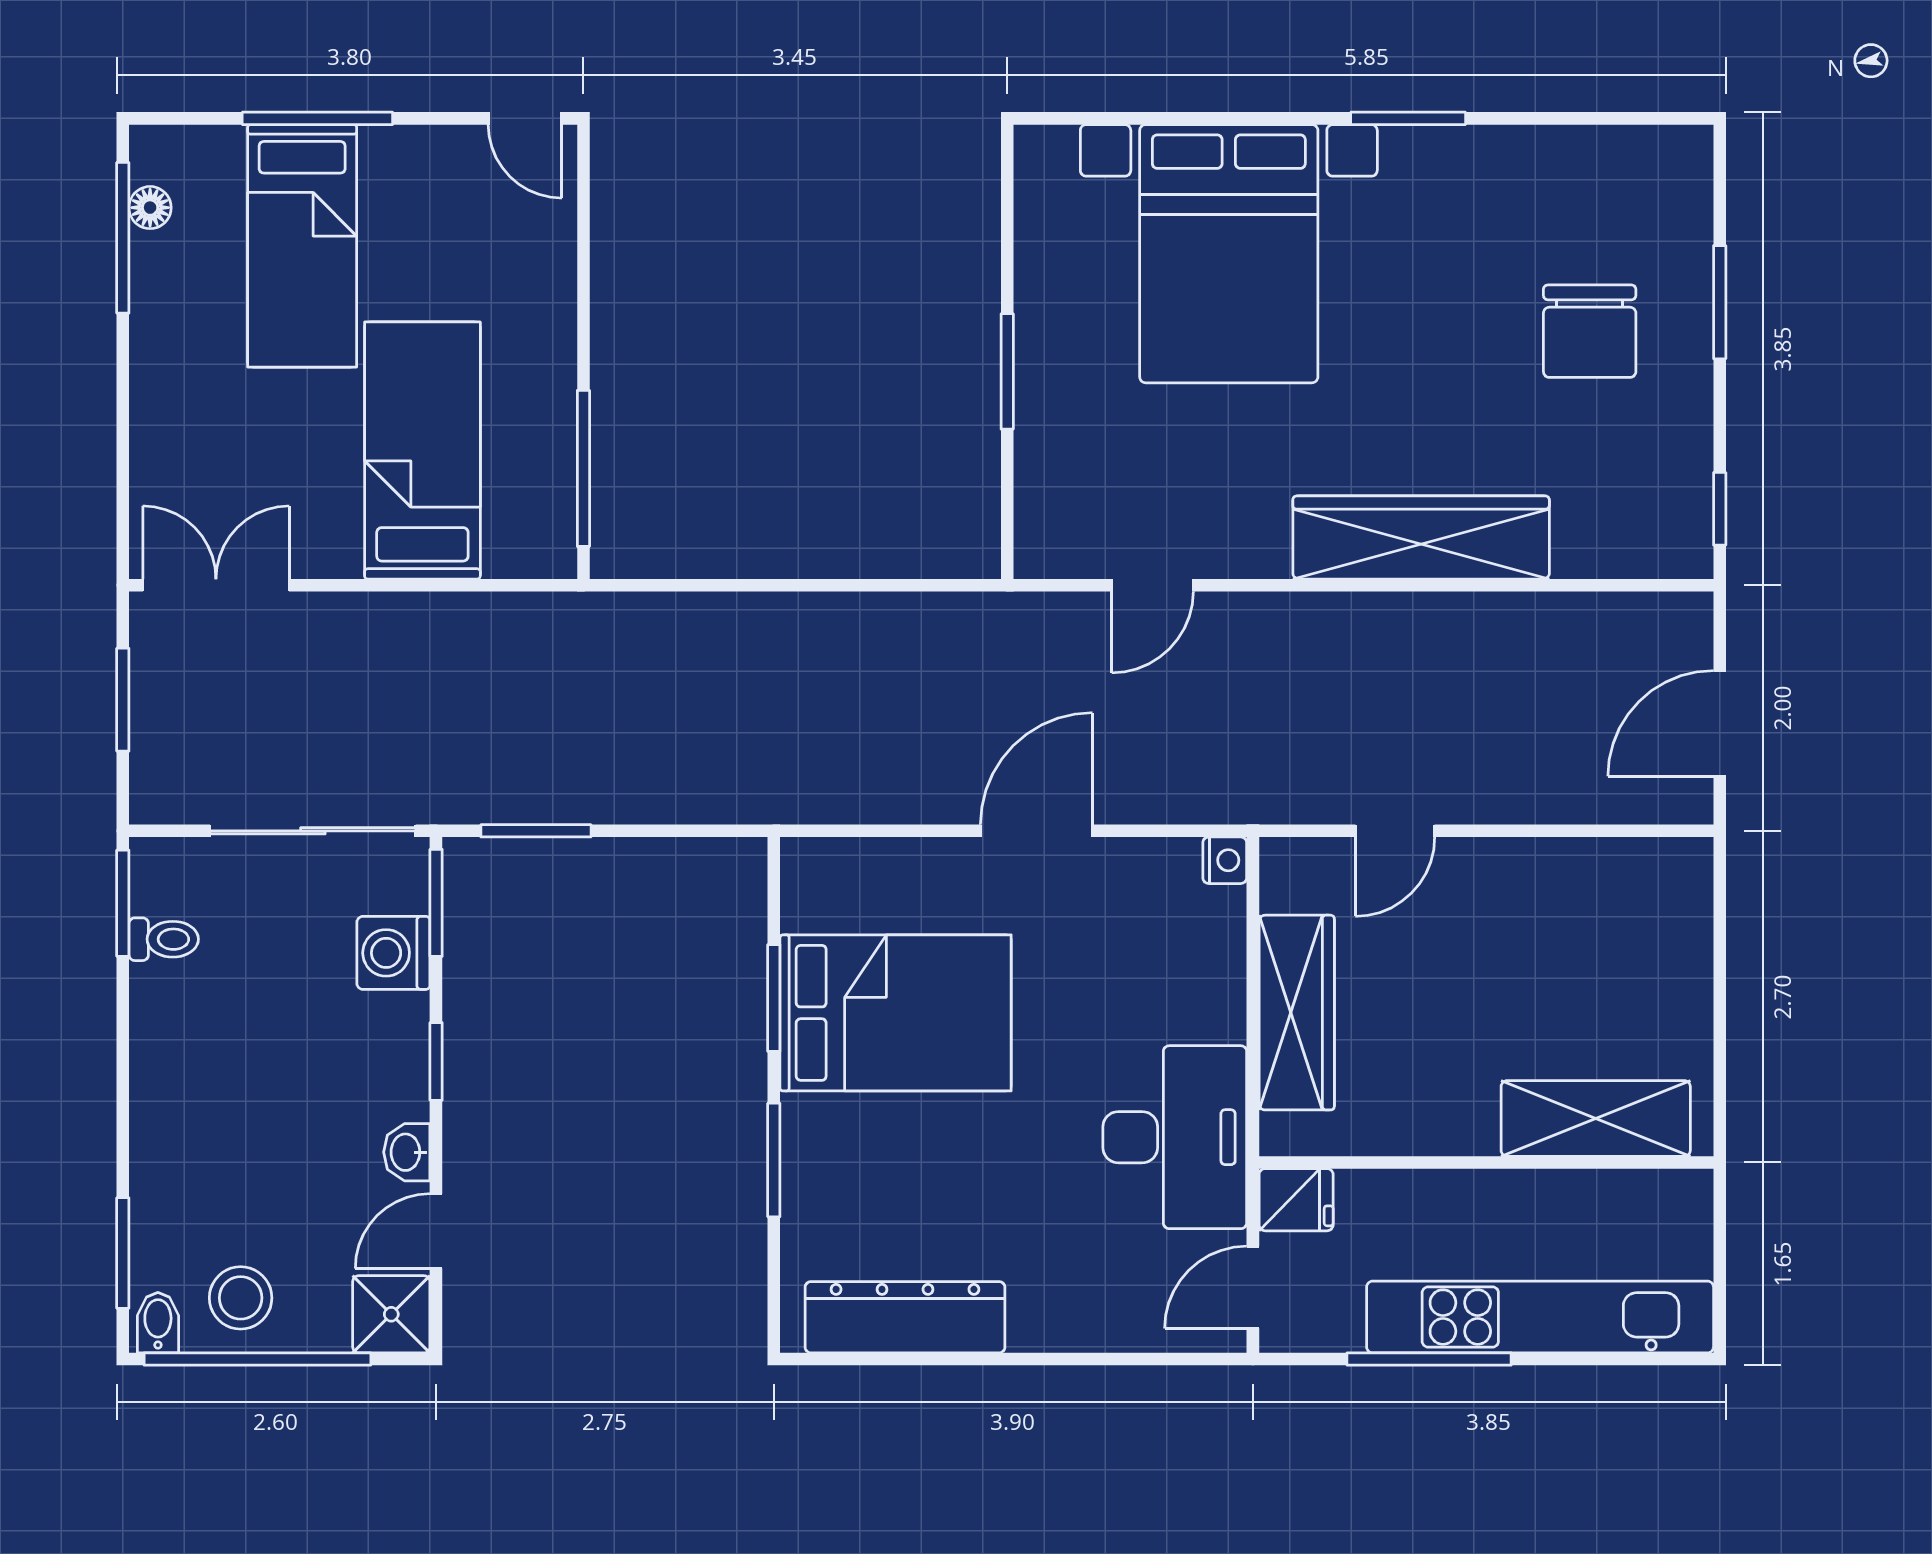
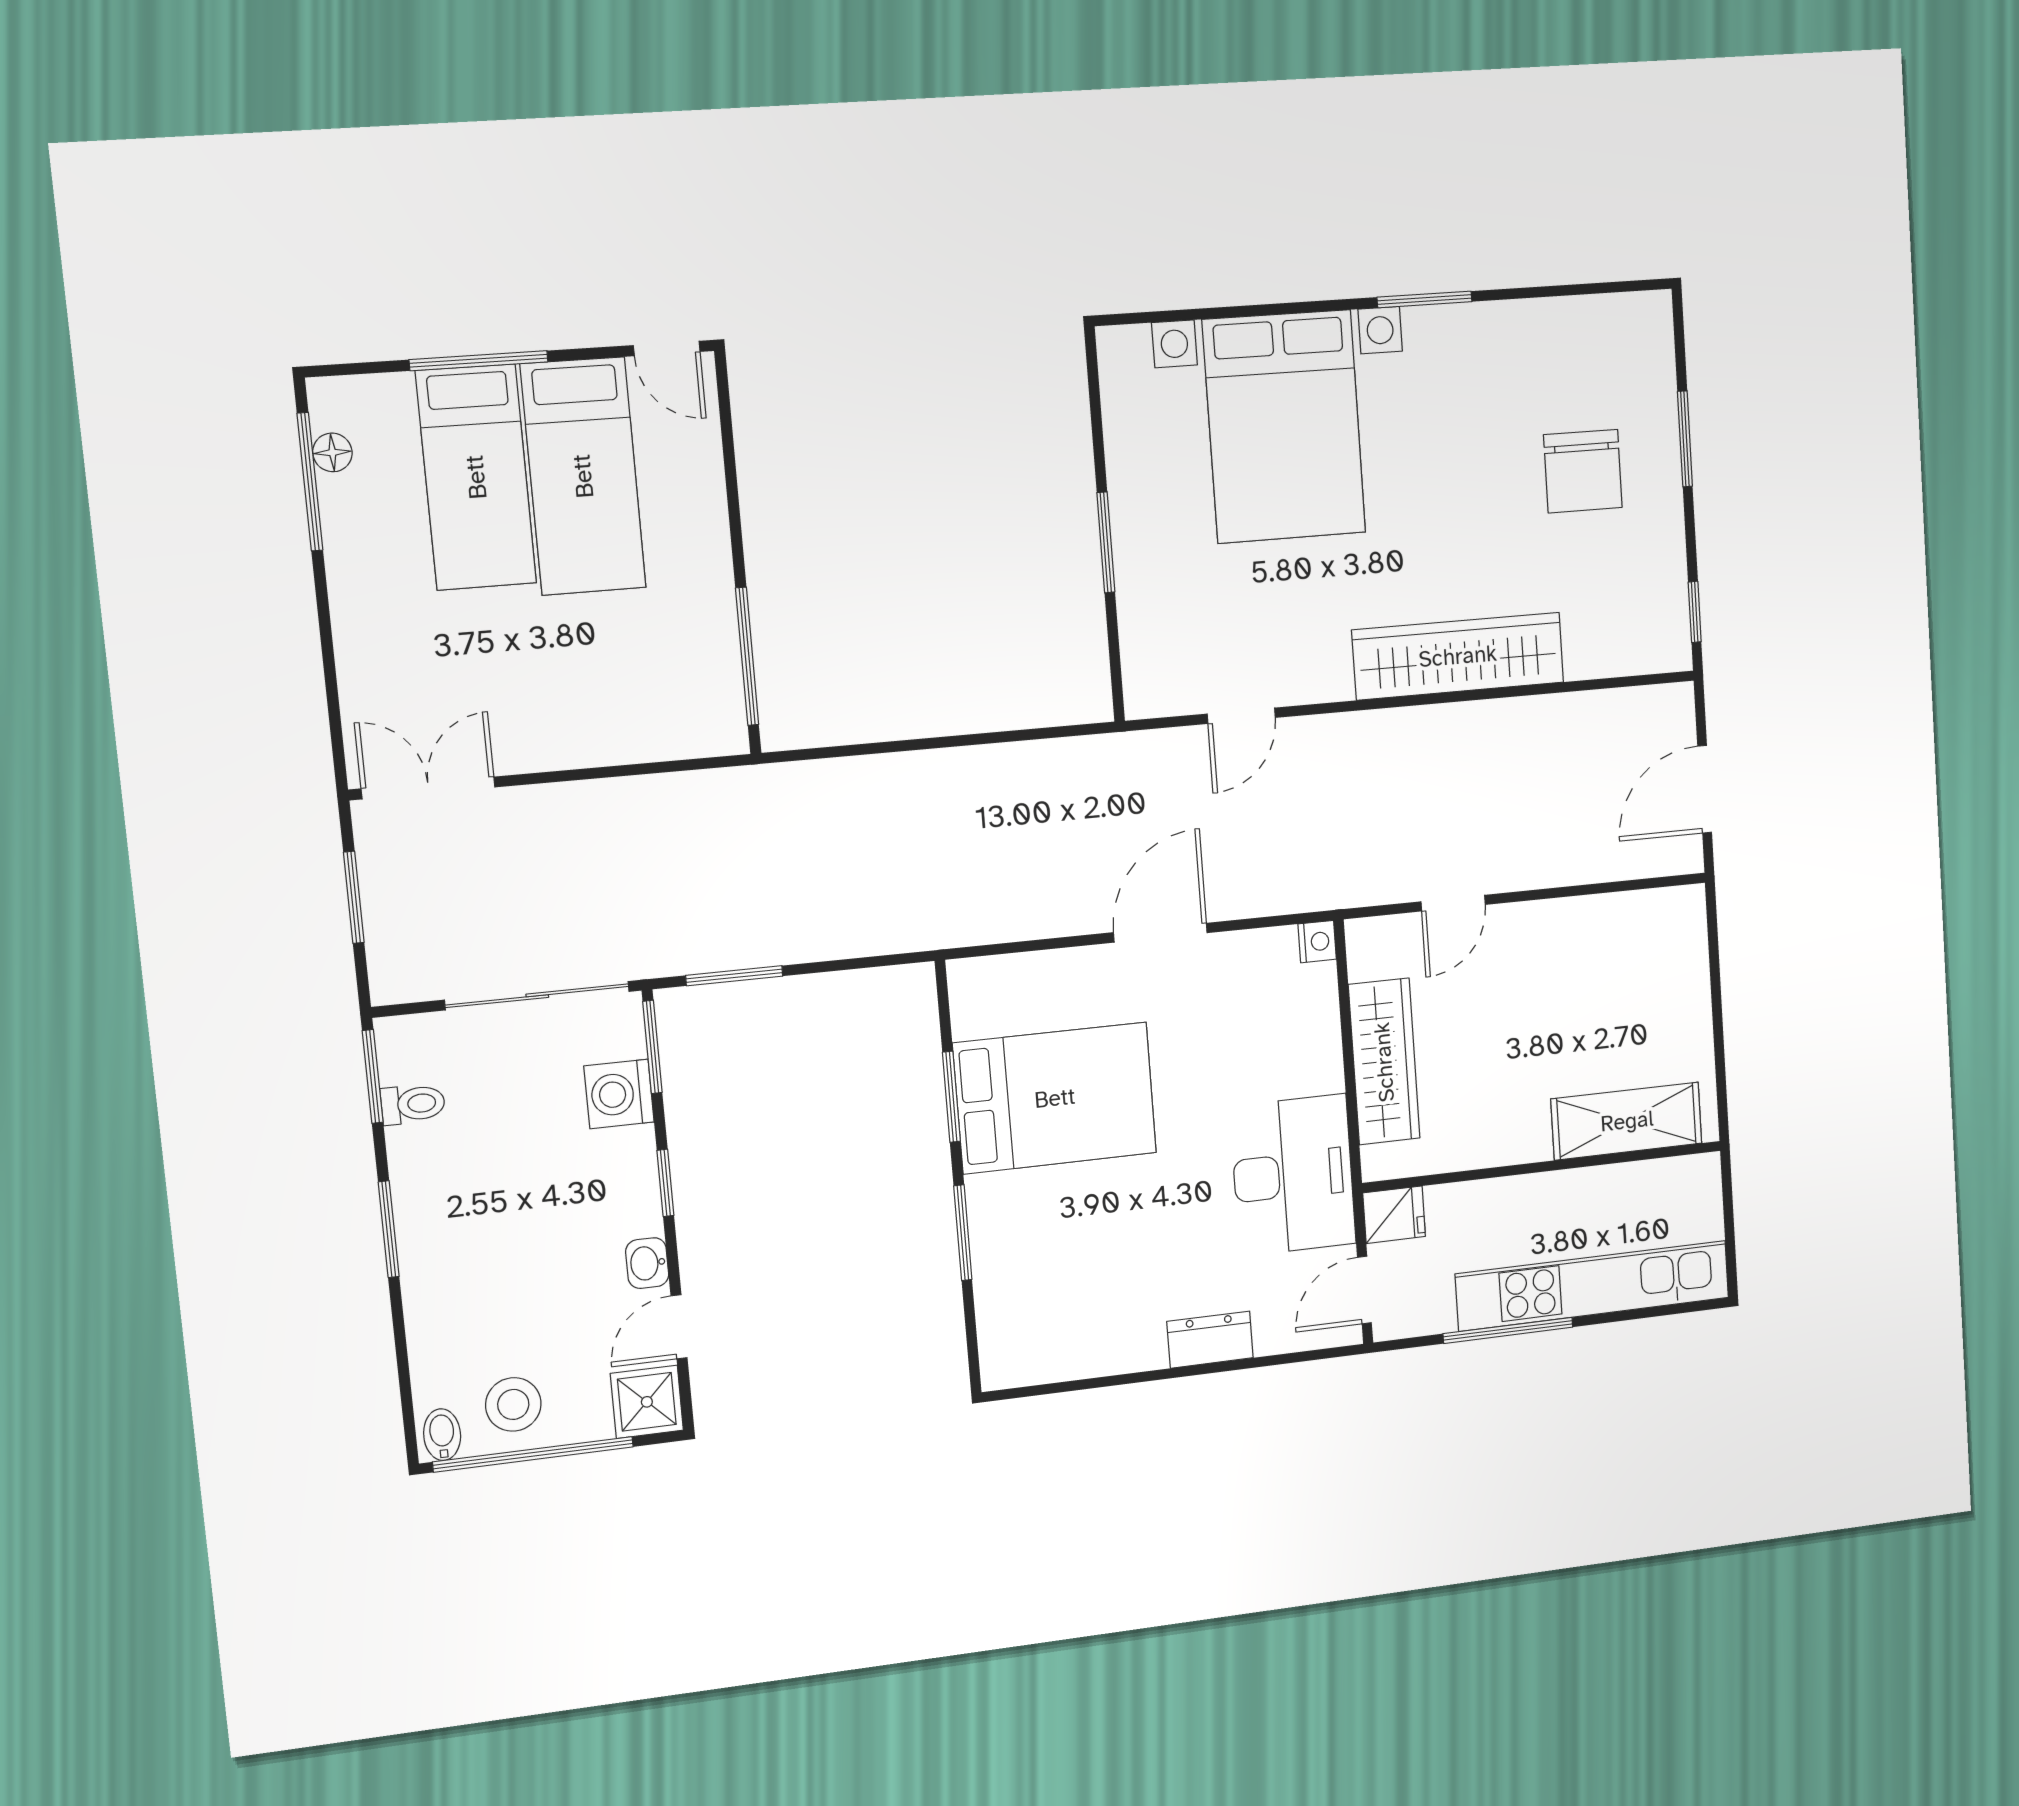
bed: (422, 450) -> (583, 476), moved, turned 180
window: (123, 1253) -> (389, 1229), moved
dresser: (905, 1317) -> (1210, 1340), moved, width x0.51, depth x0.80

